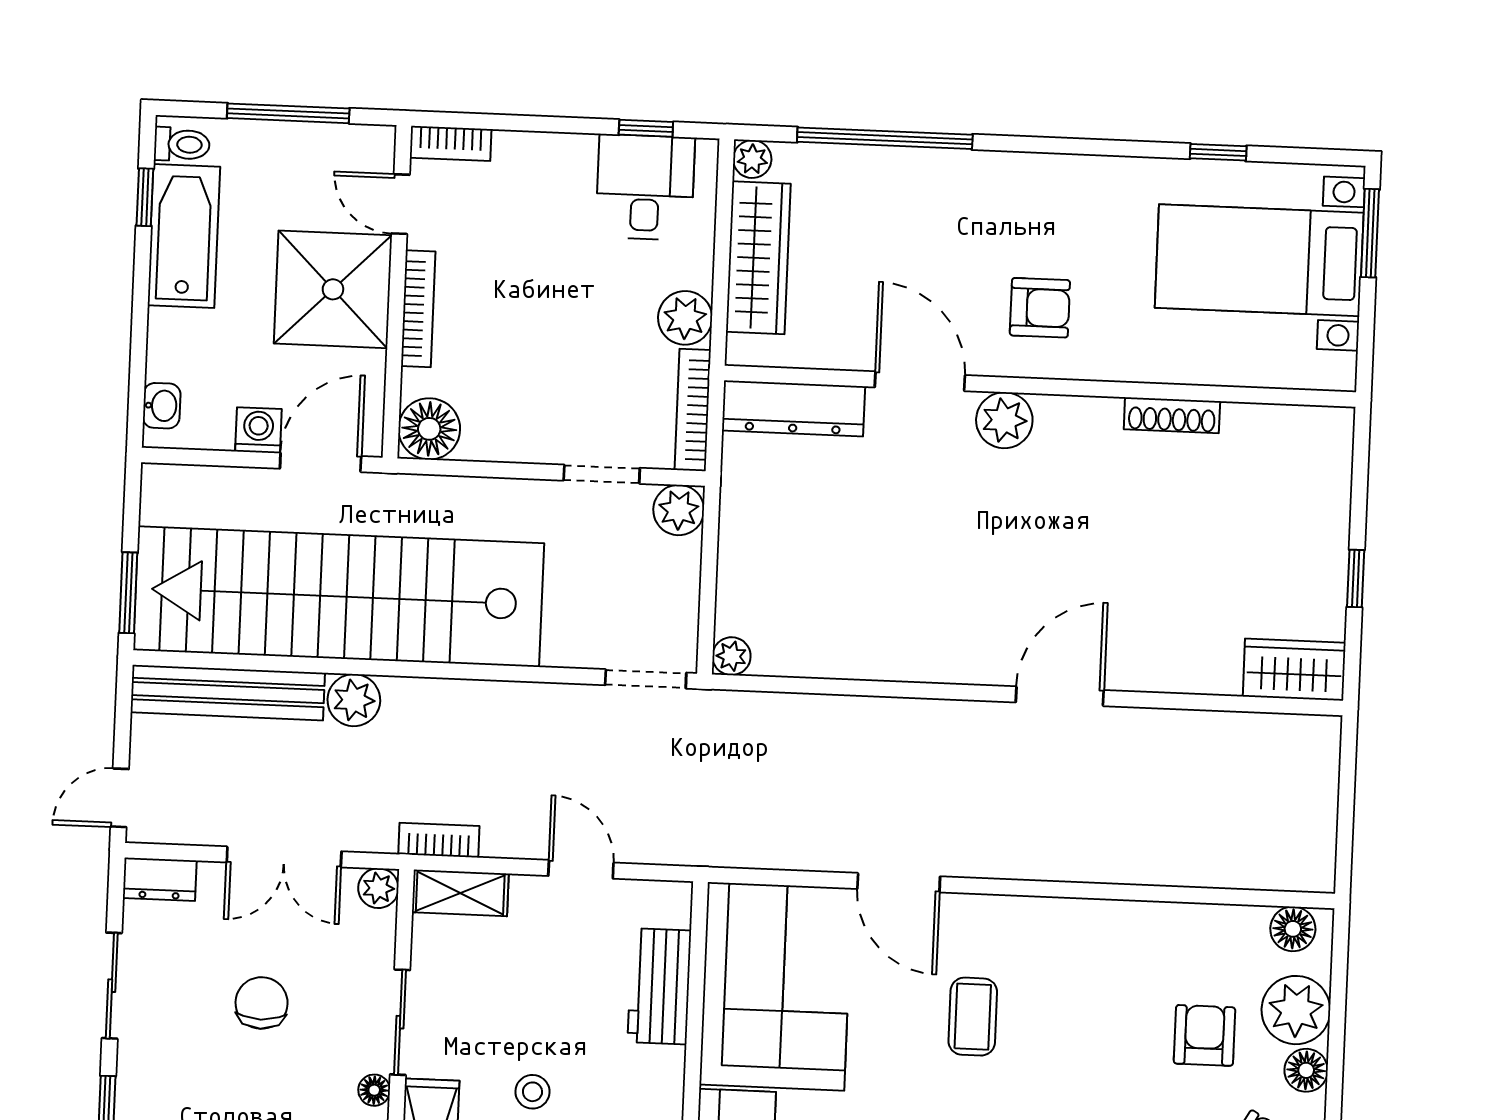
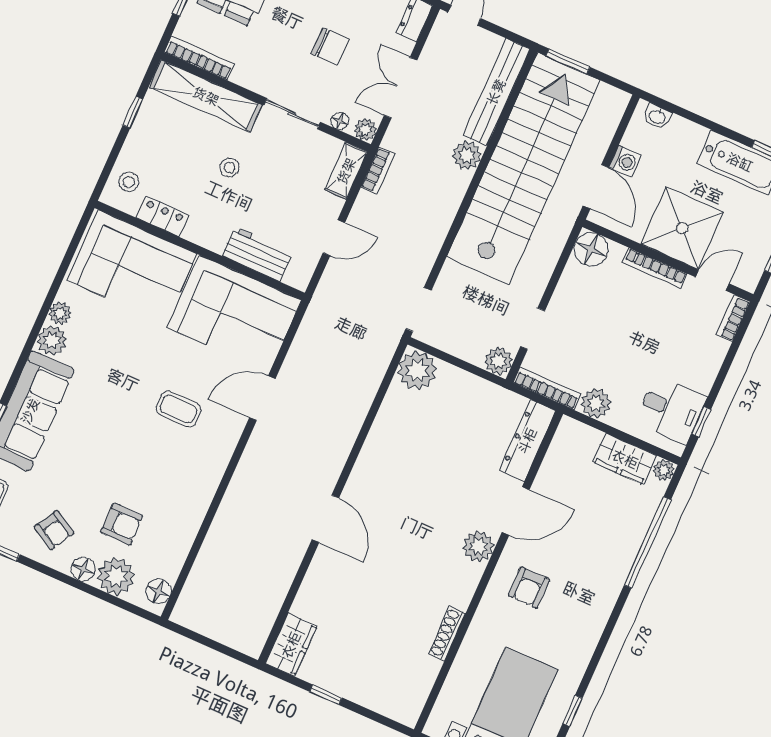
wardrobe: (758, 258) -> (625, 459), width x0.67
plant: (731, 656) -> (417, 370), width x1.88, depth x1.88
floor lamp: (374, 1090) -> (340, 121), moved

